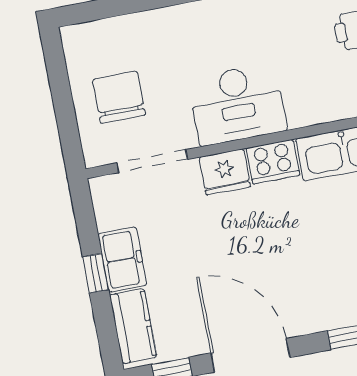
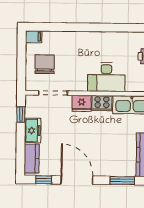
filing cabinet: (80, 38) -> (34, 37), added
desk: (237, 104) -> (106, 77), moved
window: (96, 273) -> (21, 115), moved

